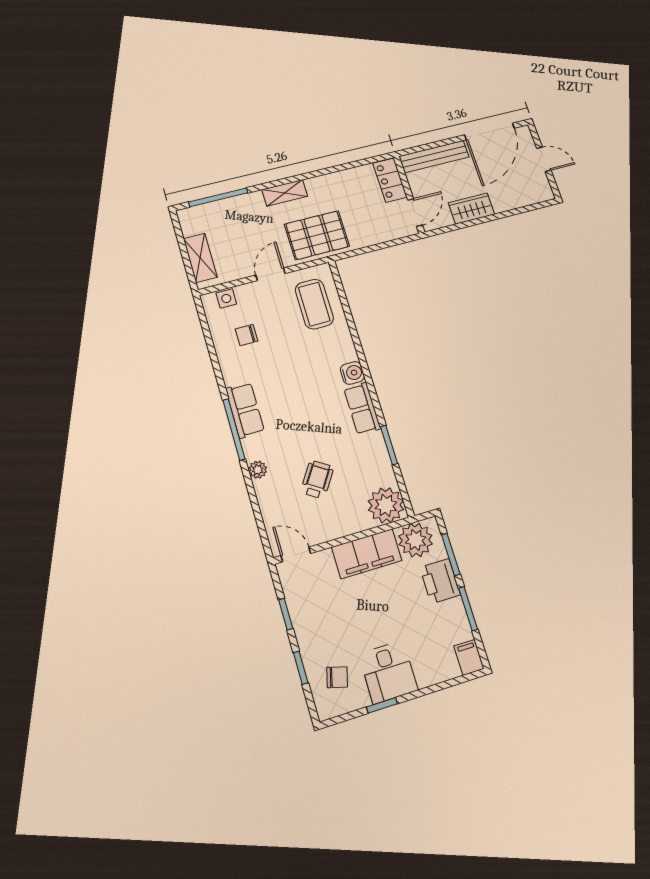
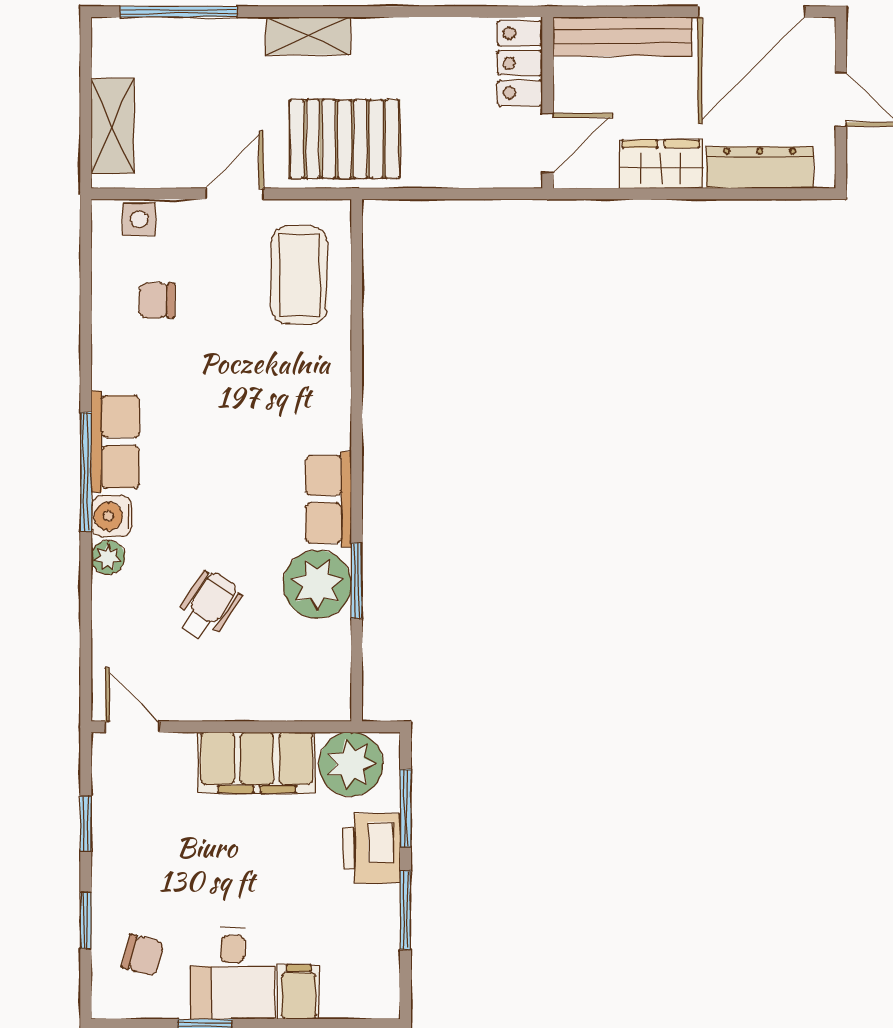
dresser: (518, 198) -> (760, 167), added
water cooler: (352, 373) -> (112, 516), moved, turned 180
plant: (386, 505) -> (317, 584), moved
filing cabinet: (469, 657) -> (299, 992), moved

